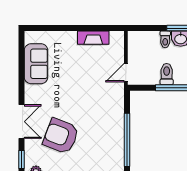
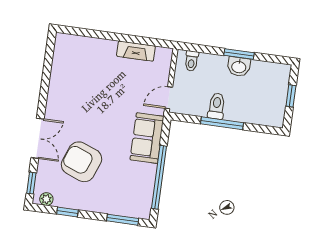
toilet: (165, 39) -> (191, 61), moved
sofa: (36, 64) -> (147, 138), moved, turned 180

